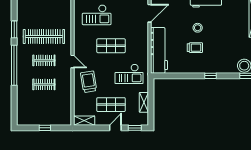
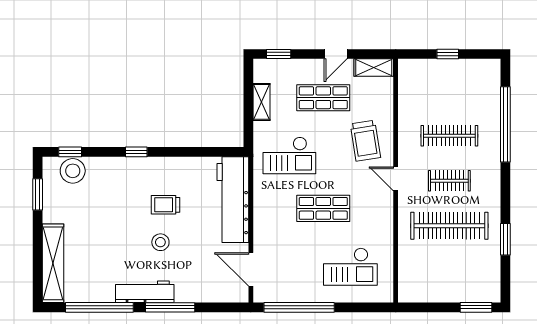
door: (150, 13) -> (251, 269), hinge flipped
checkout: (97, 15) -> (350, 267), turned 180
window: (14, 65) -> (505, 124), moved
checkout: (129, 74) -> (289, 155), turned 180
clothes rail: (44, 84) -> (449, 136), width x1.36
door: (115, 128) -> (336, 54), moved

